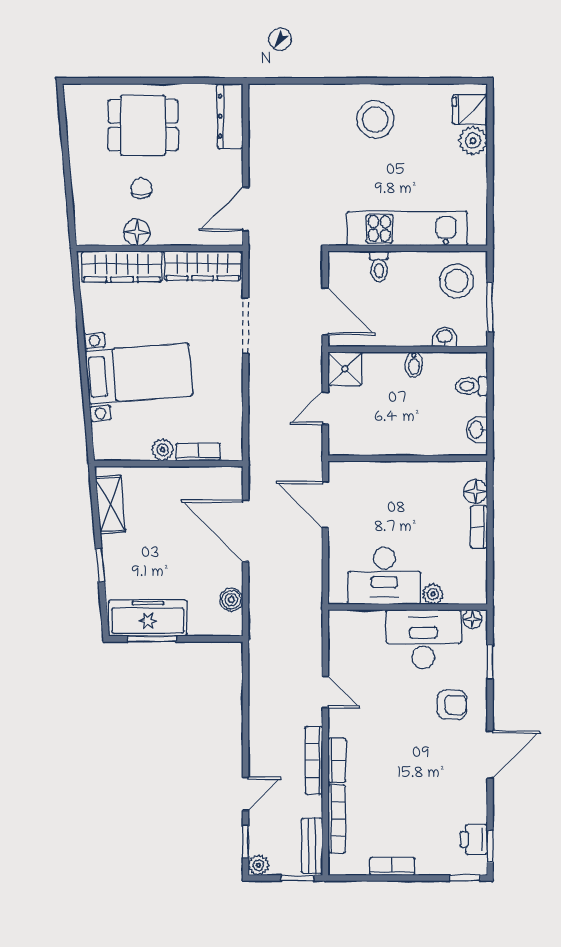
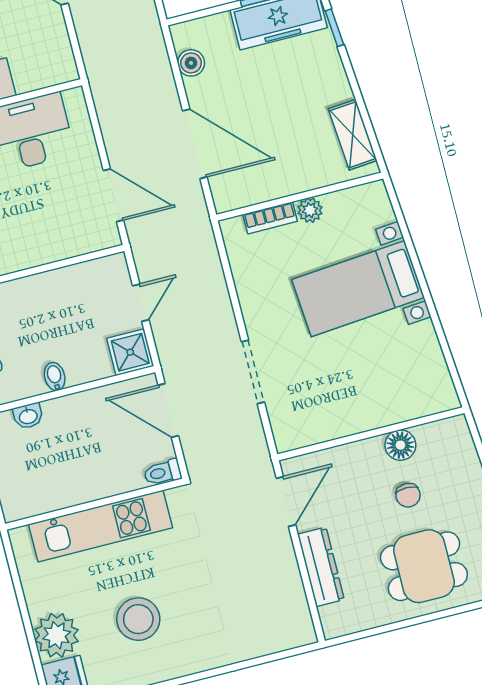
dresser: (230, 116) -> (321, 567), moved
stool: (375, 119) -> (138, 619), moved
plant: (473, 141) -> (57, 635), width x1.36, depth x1.36
wardrobe: (122, 266) -> (407, 403), removed
wardrobe: (203, 266) -> (318, 427), removed
toilet: (379, 266) -> (163, 472), moved, turned -90
stool: (457, 281) -> (30, 482), removed
window: (100, 565) -> (334, 28), moved

